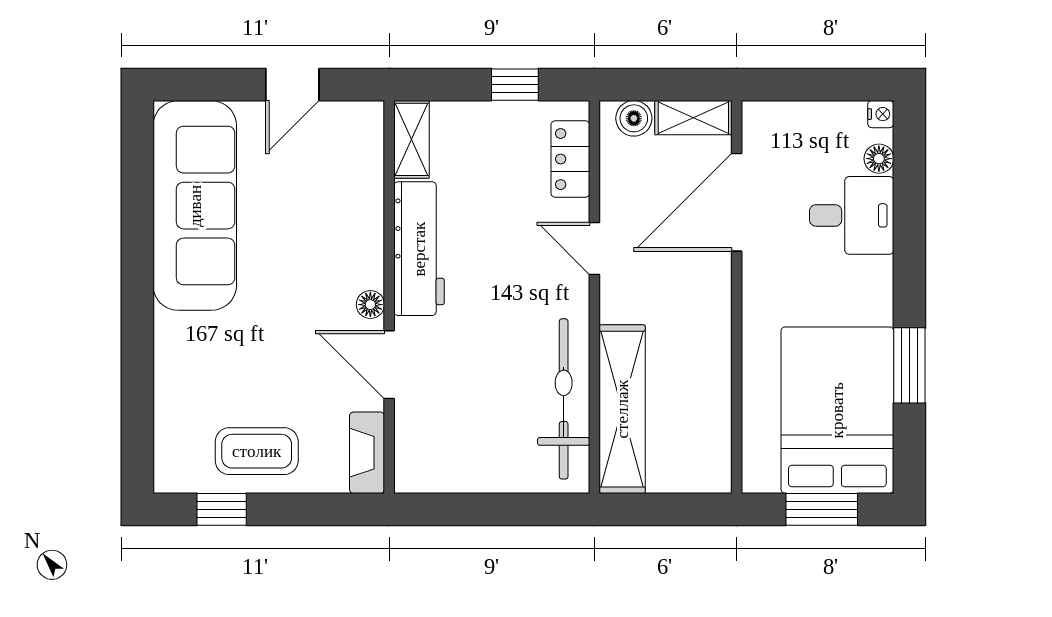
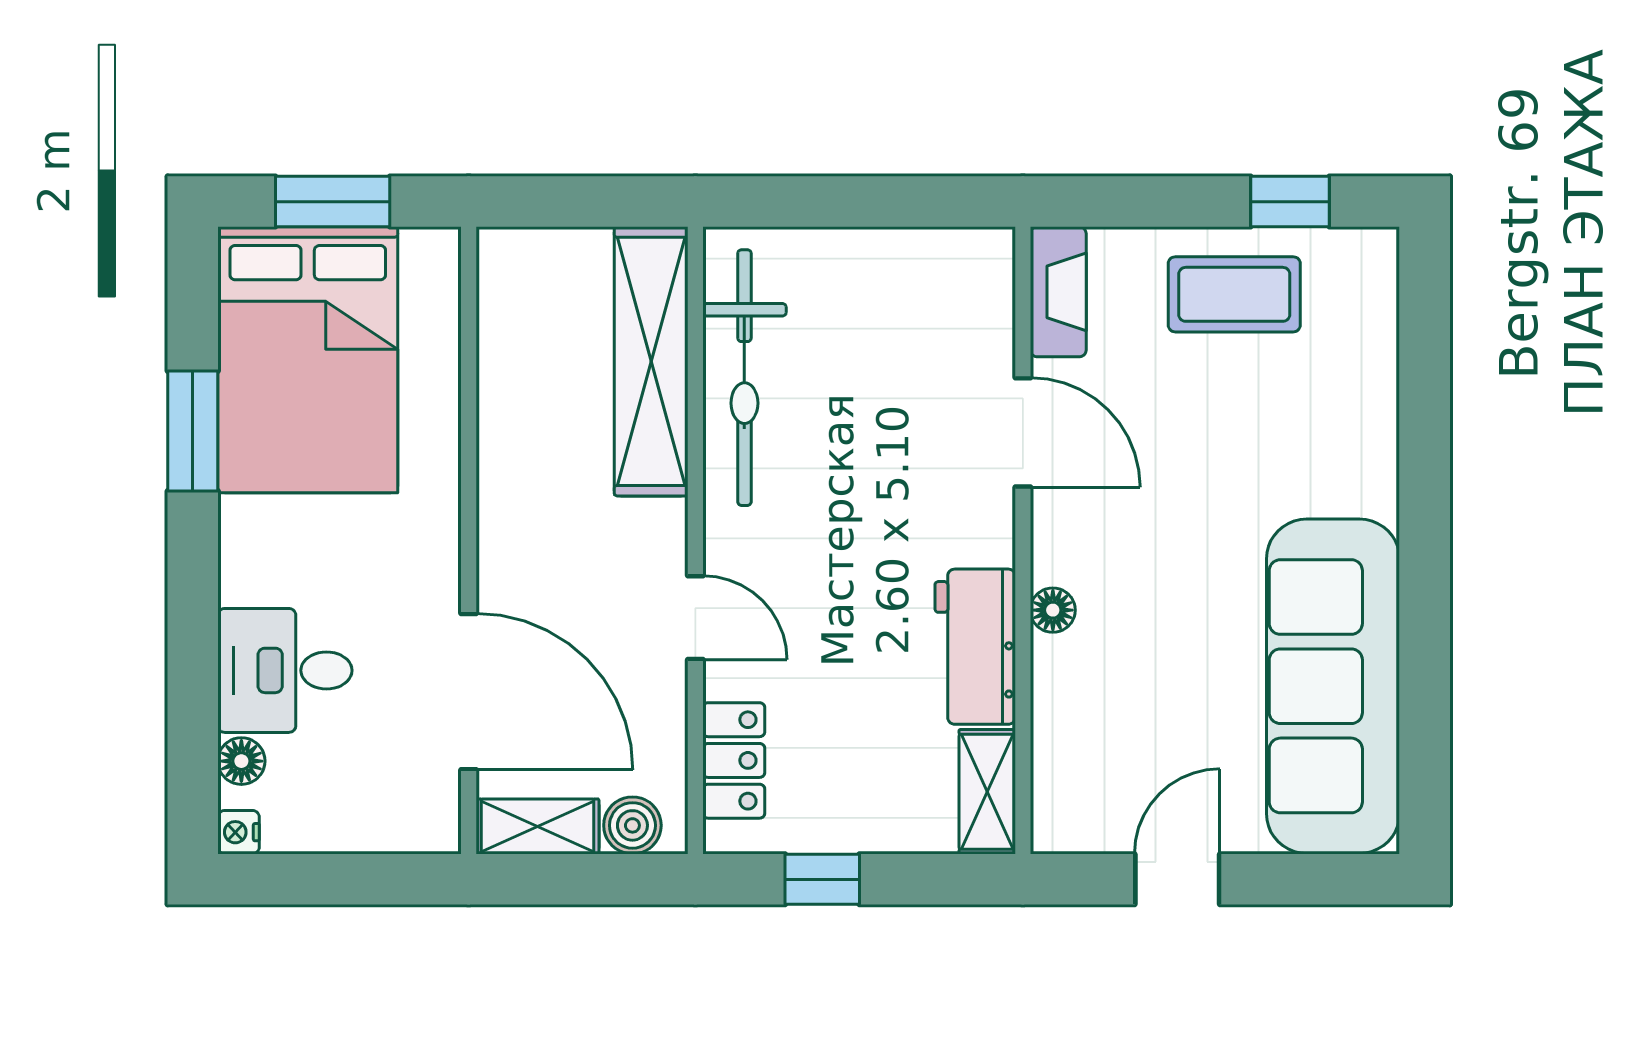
door: (737, 202) -> (469, 692), hinge flipped
workbench: (419, 249) -> (975, 647), width x0.73
floor lamp: (370, 305) -> (1053, 610), moved

